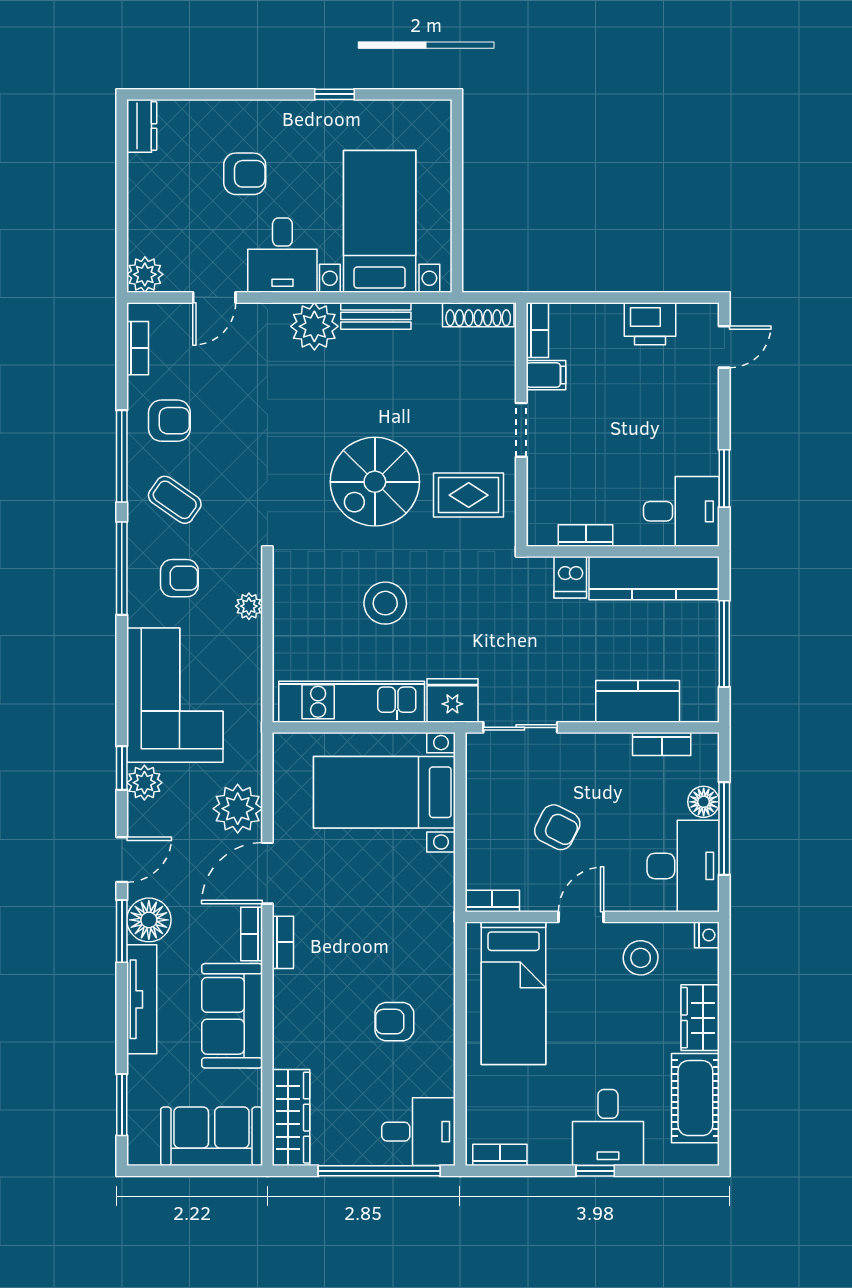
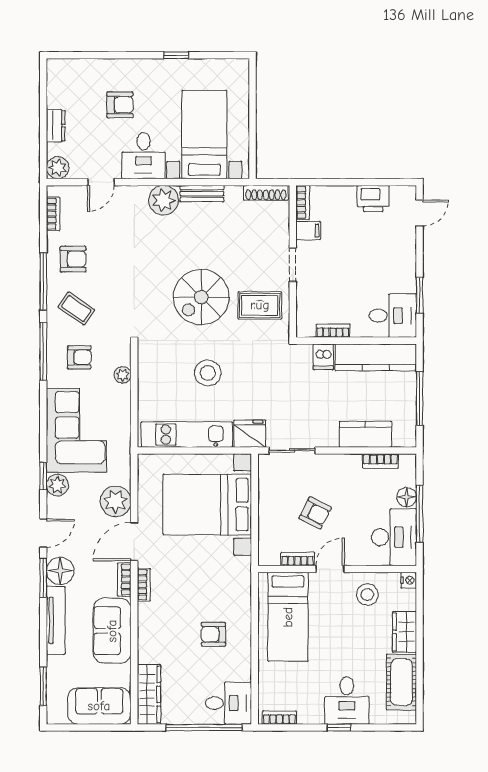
dresser: (142, 126) -> (56, 126), moved
bed with nightstands: (384, 792) -> (207, 505), width x1.36
bookcase: (492, 901) -> (298, 559), moved

